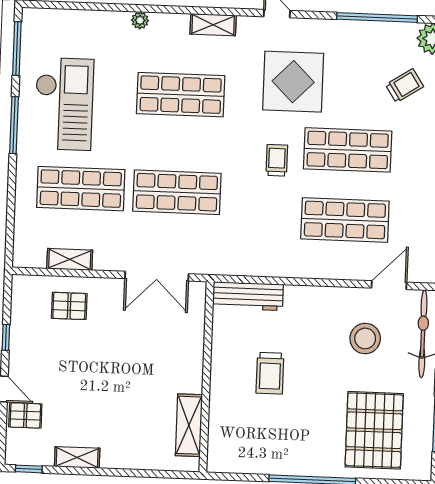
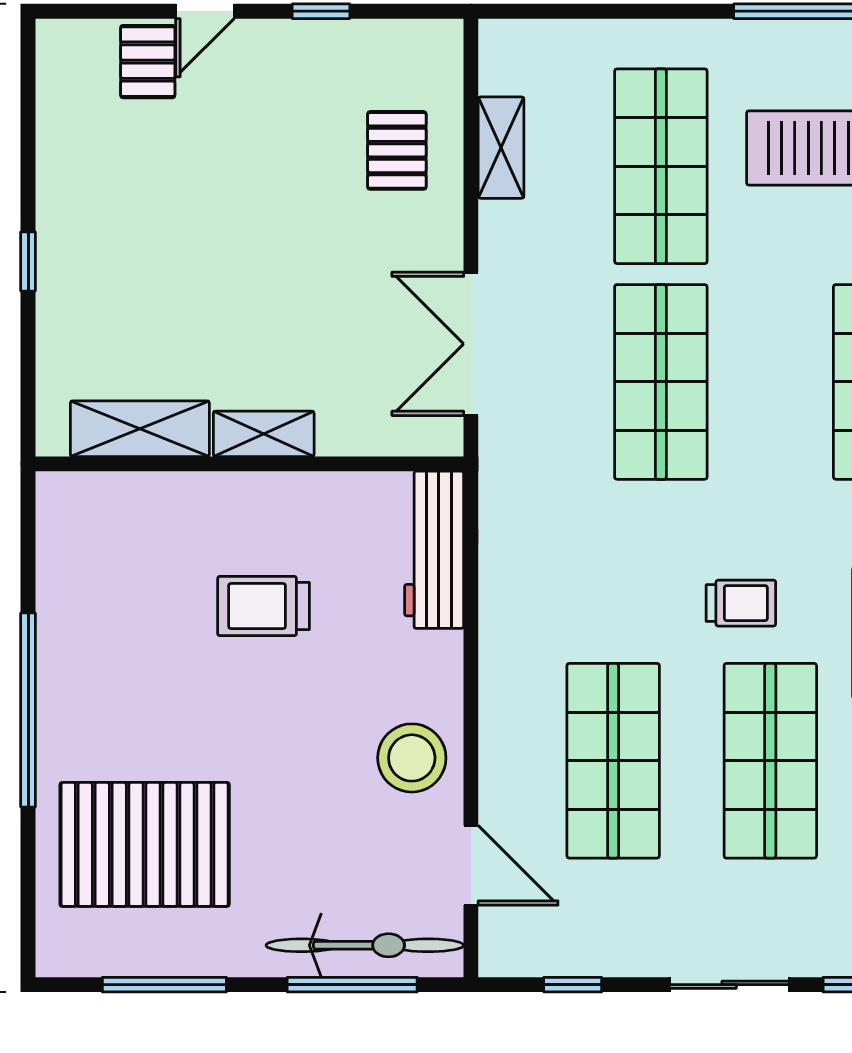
stool: (365, 338) -> (412, 758), moved
shelving: (77, 457) -> (264, 434), moved, turned 90
window: (29, 469) -> (28, 261), moved

